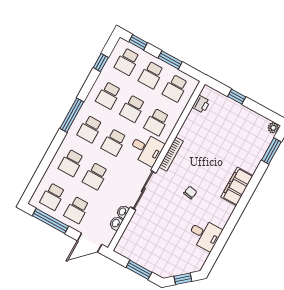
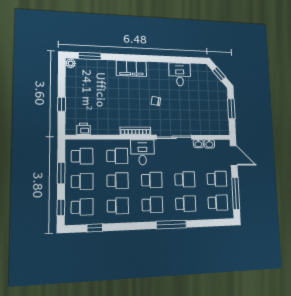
window: (72, 115) -> (171, 225), moved

